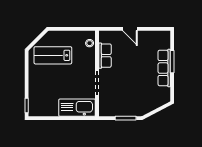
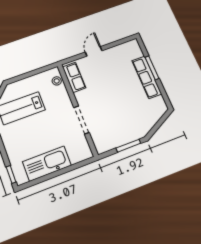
door: (130, 29) -> (94, 51), swing flipped
row of seats: (105, 56) -> (74, 77), moved
kitchen sink: (77, 108) -> (47, 164), moved

